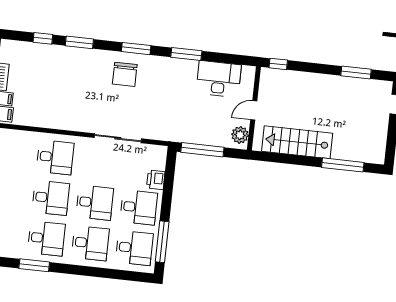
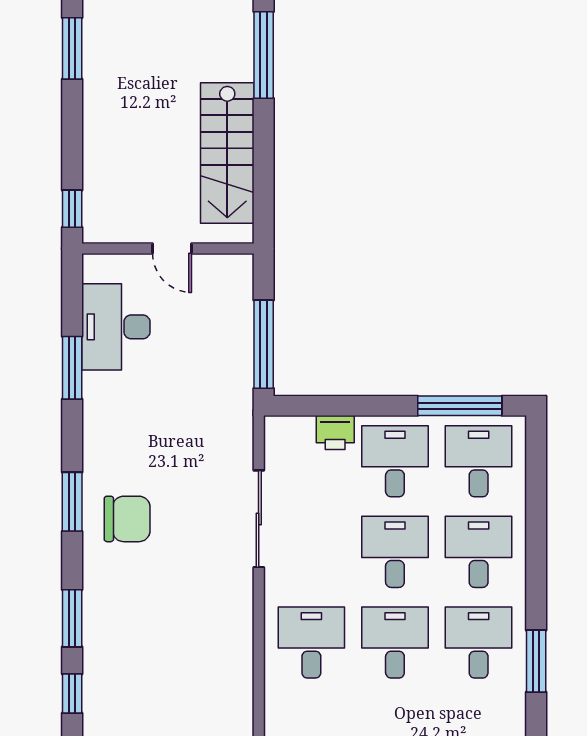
window: (186, 54) -> (72, 368), moved
plant: (240, 135) -> (225, 271), removed

